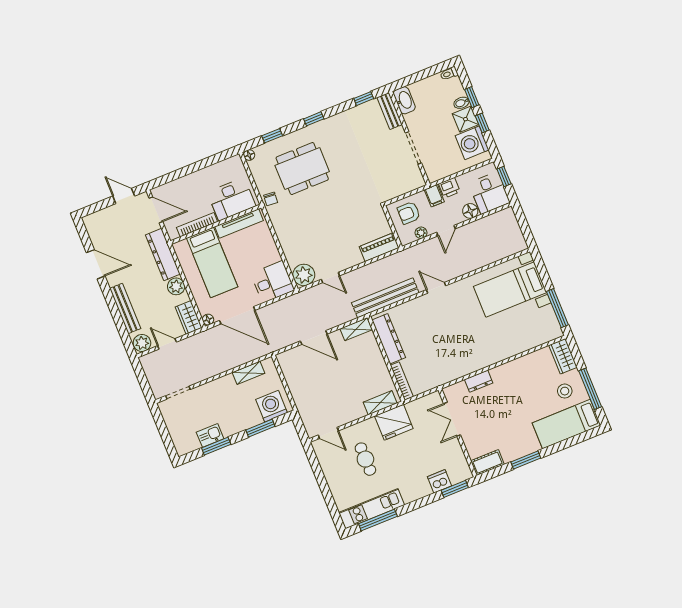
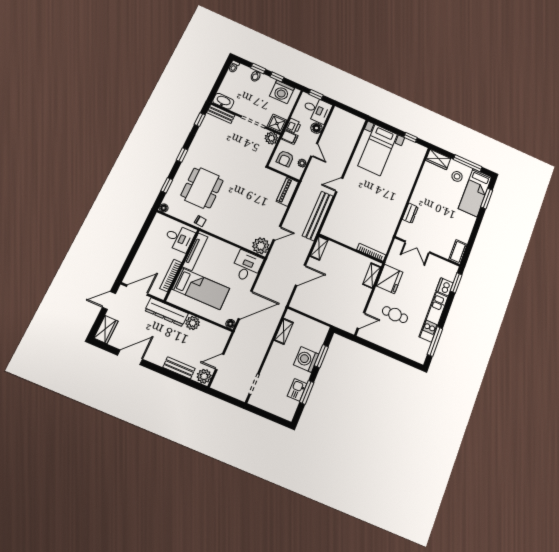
shower: (466, 119) -> (277, 124), moved
plant: (415, 180) -> (271, 138), added
desk: (232, 199) -> (179, 238), width x0.73
bench: (125, 308) -> (179, 368), width x0.73
window: (557, 308) -> (411, 137), width x0.46
wardrobe: (189, 317) -> (106, 330), moved, turned -90
dresser: (389, 339) -> (342, 236), removed
washing machine: (272, 406) -> (306, 359), moved
window: (526, 460) -> (487, 199), moved
kitchen unit: (372, 509) -> (434, 317), moved

